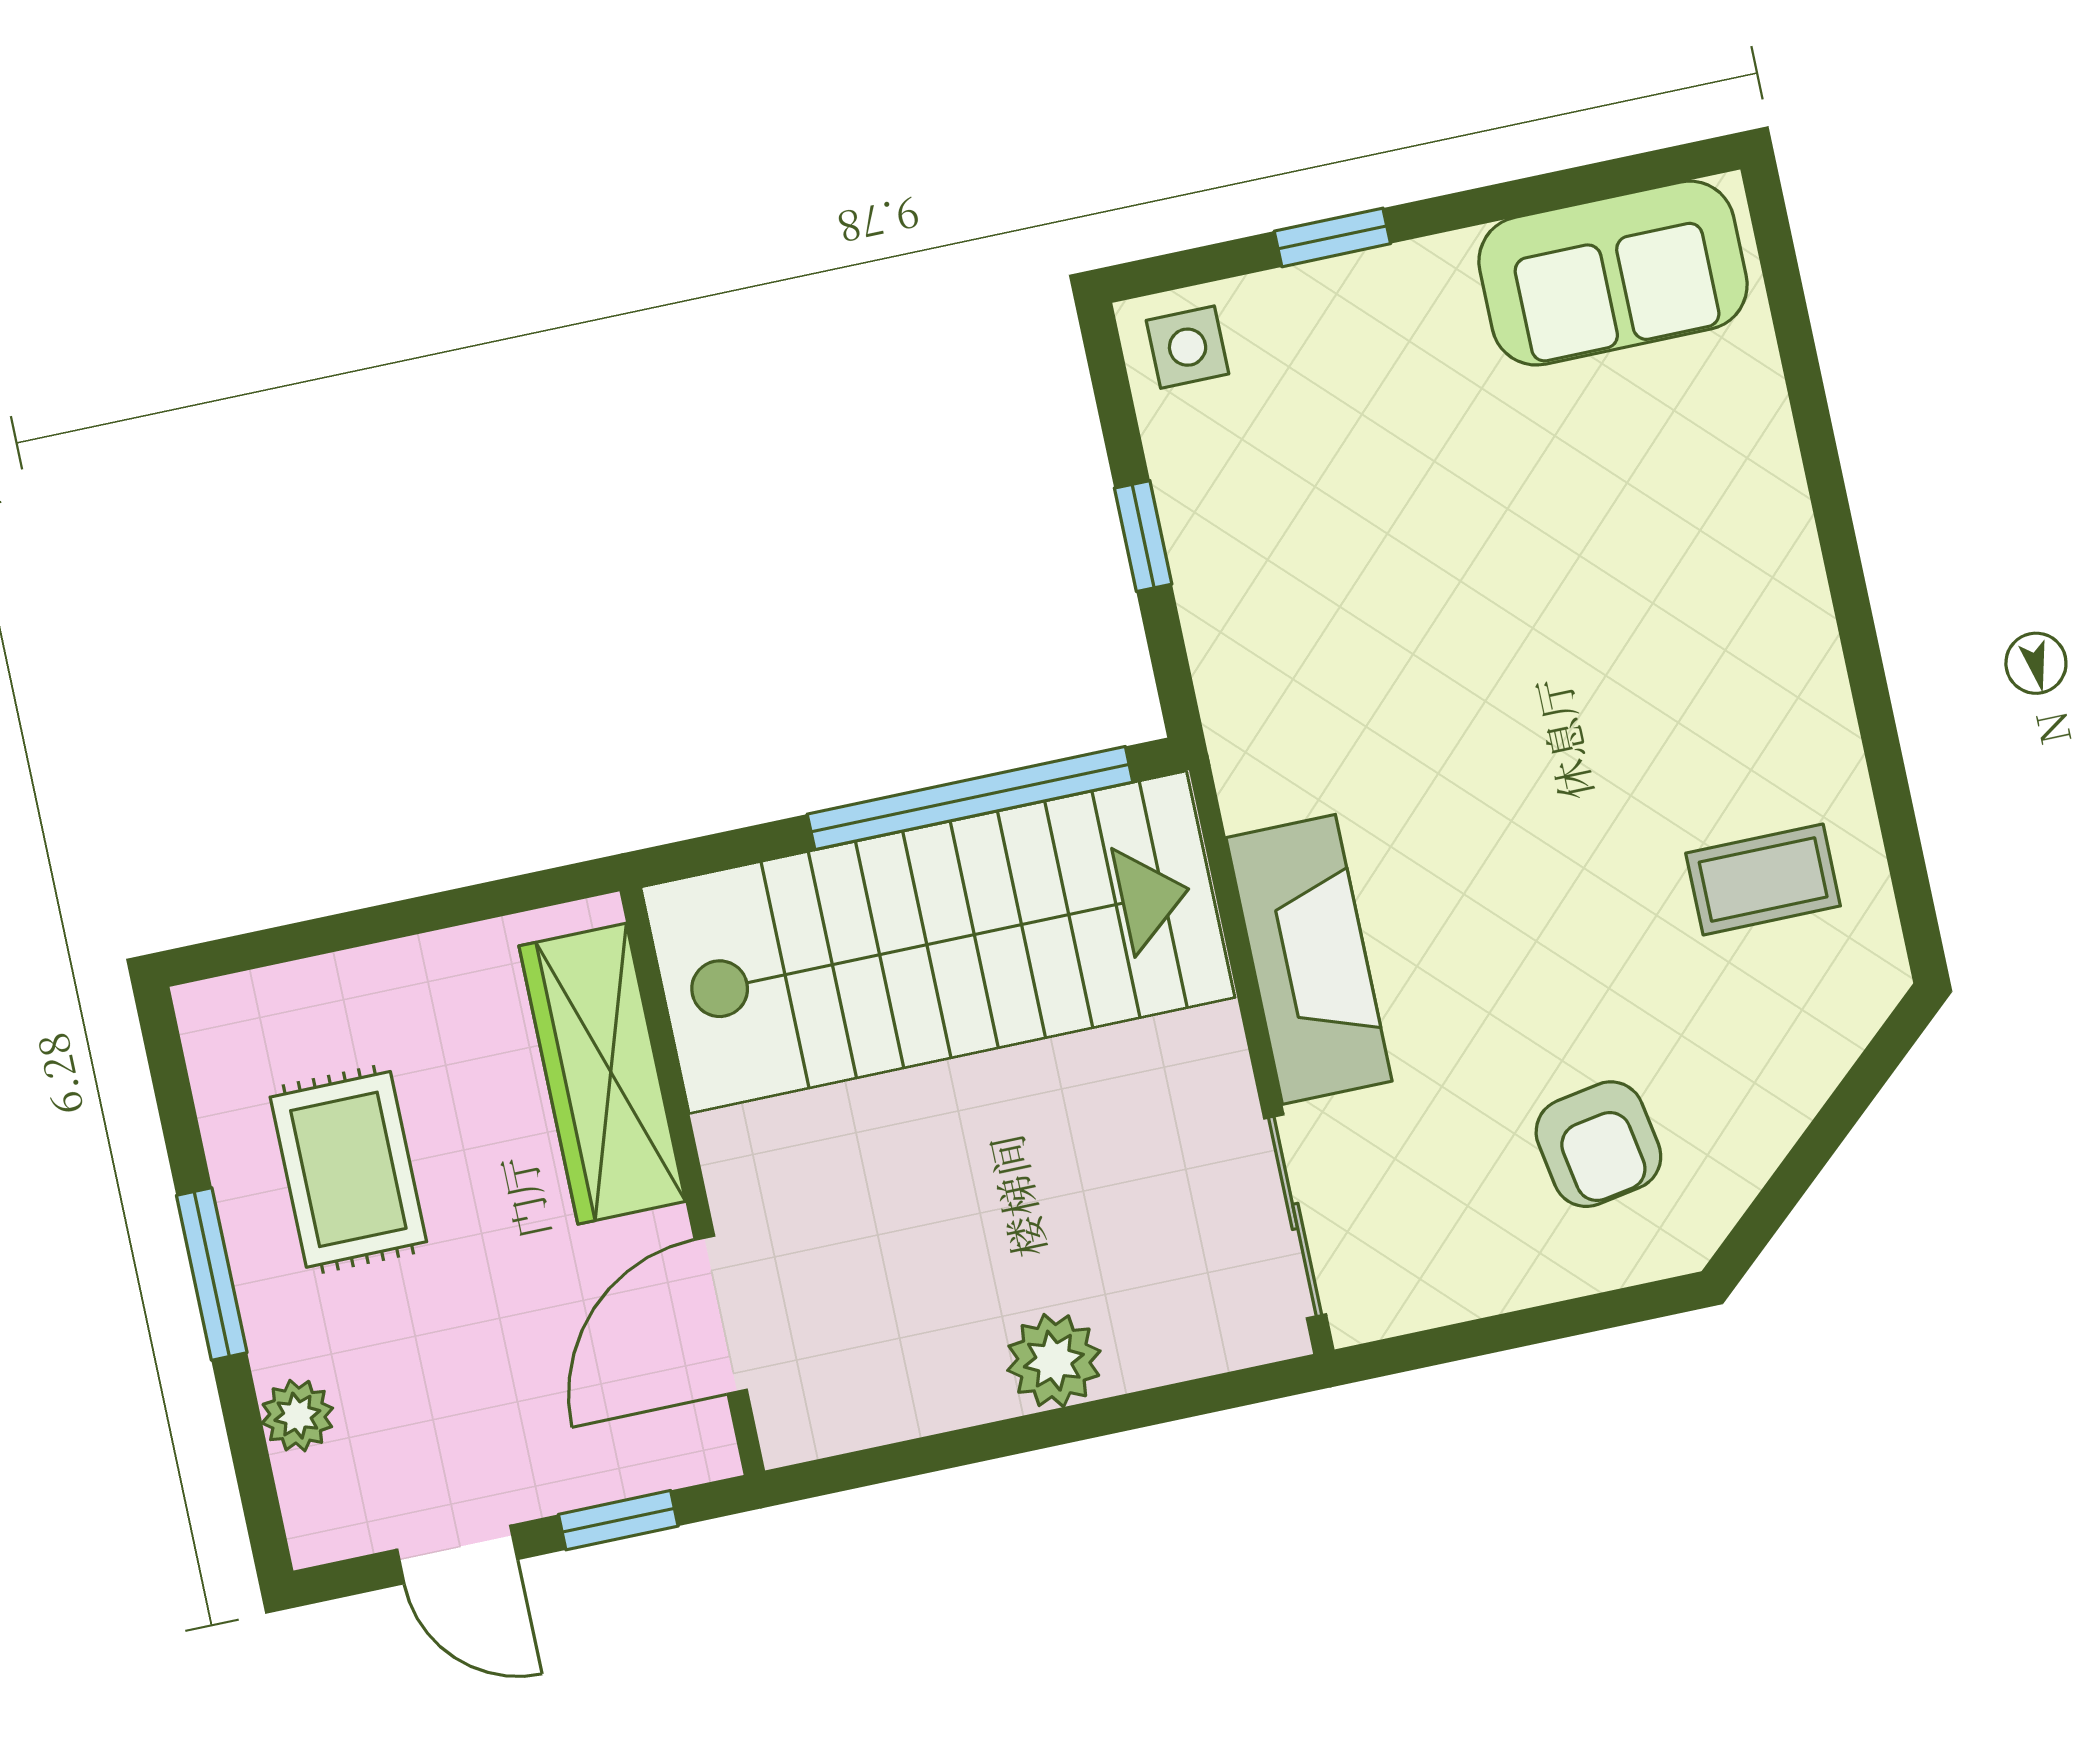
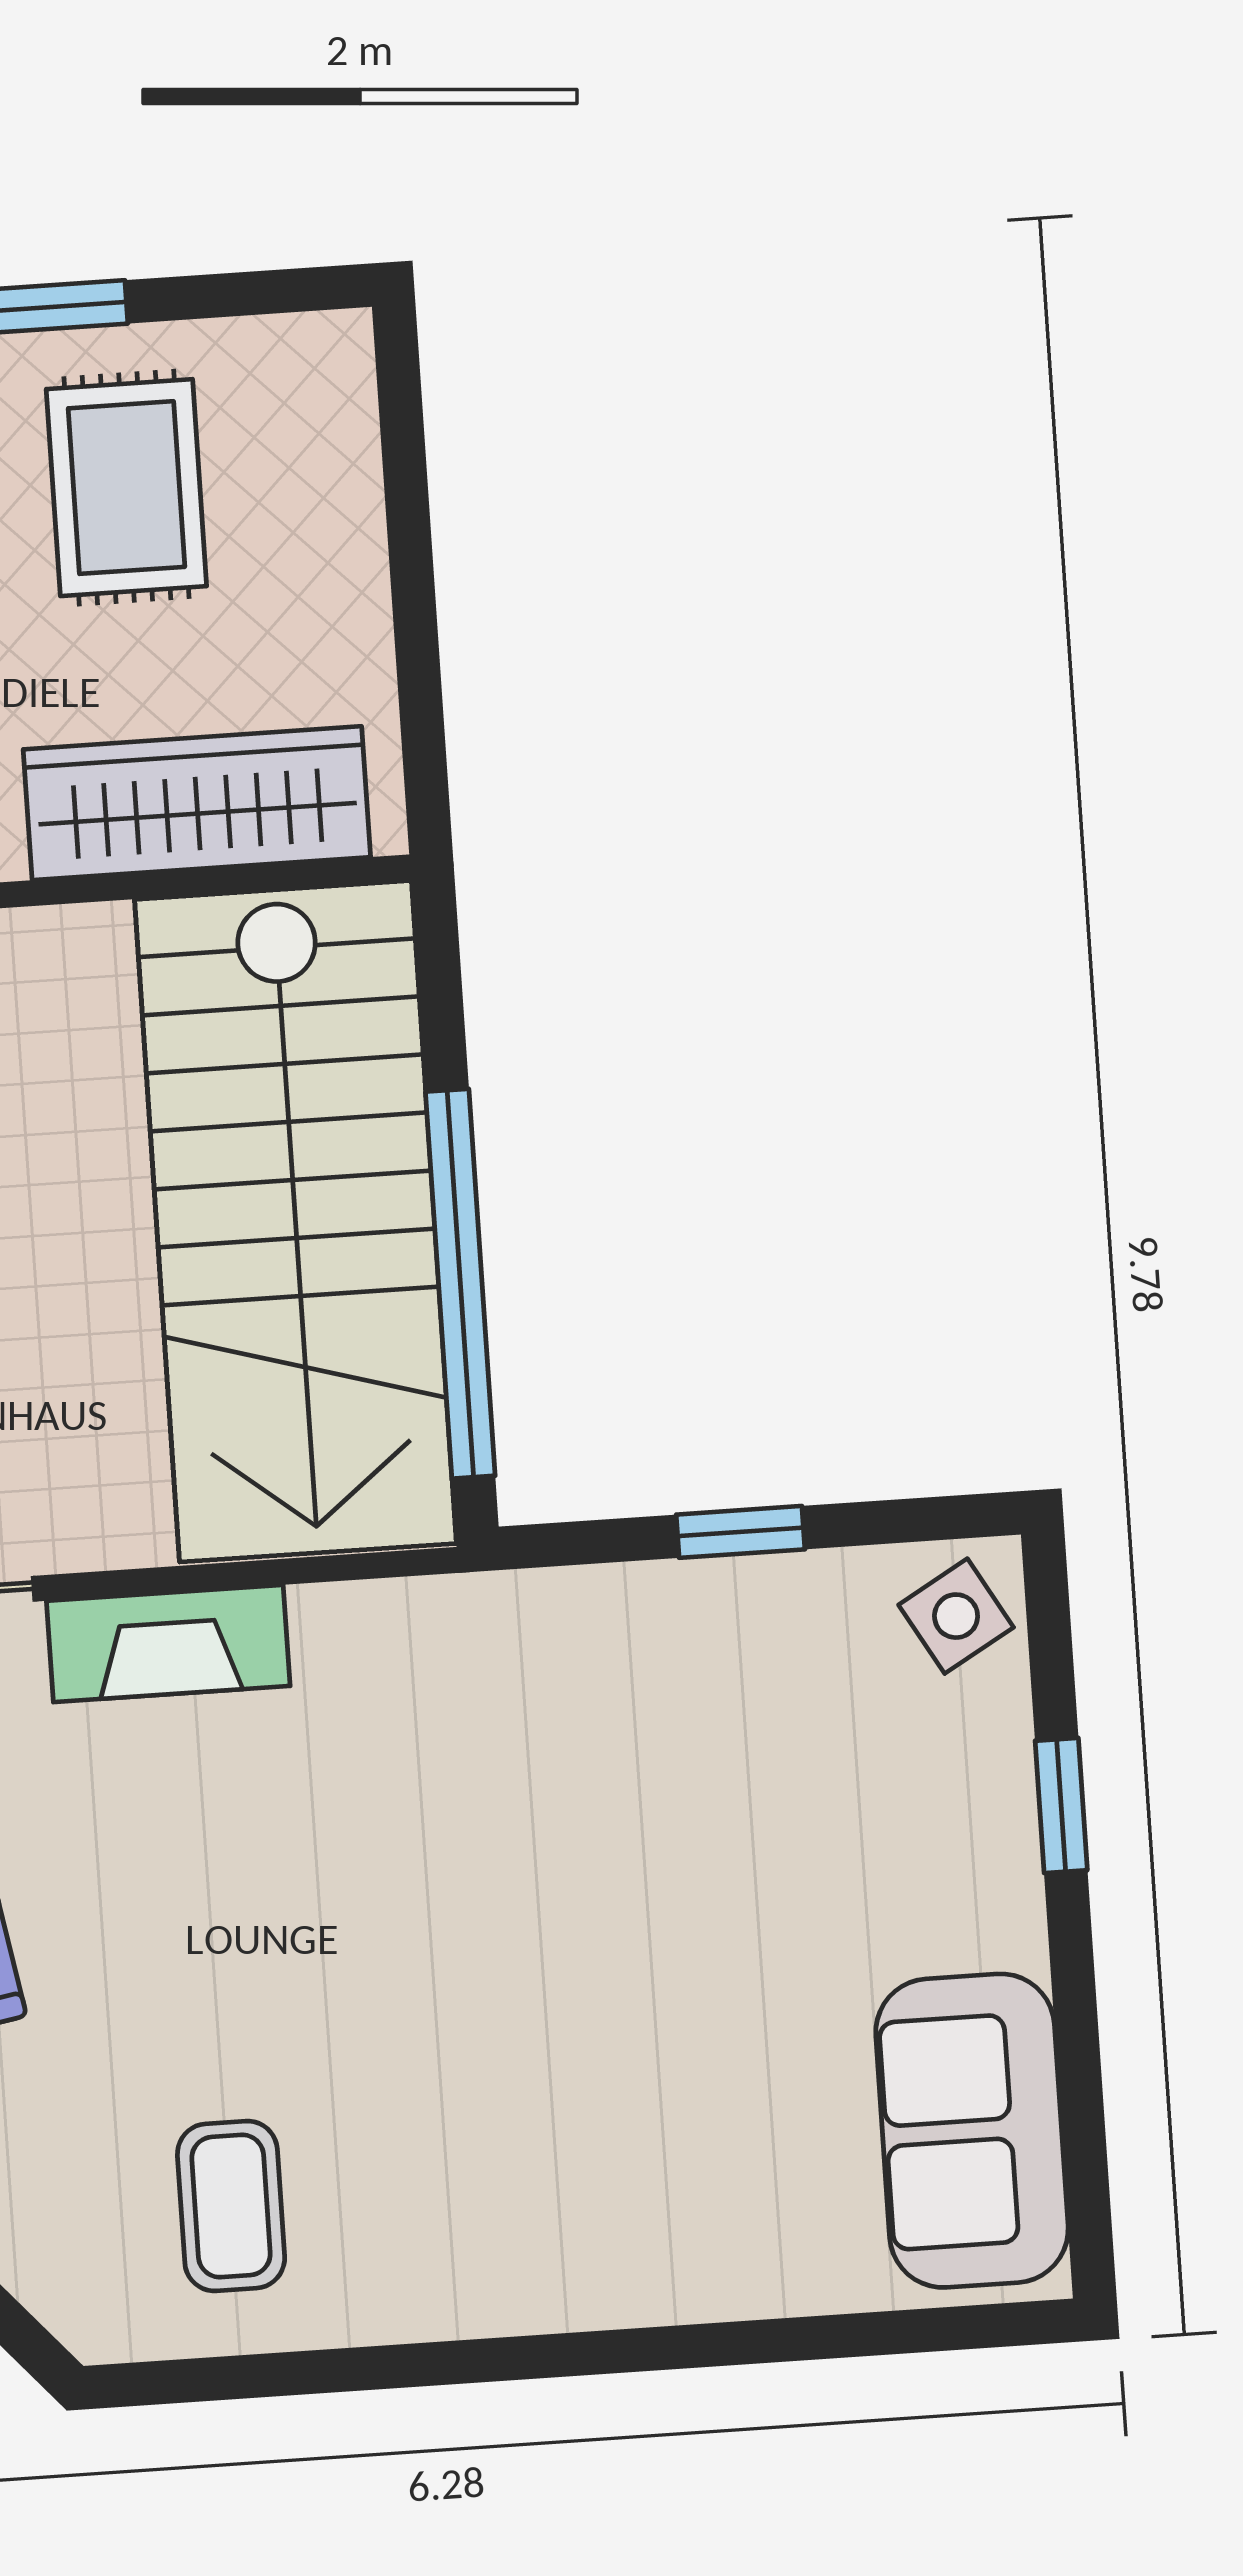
side table: (1188, 347) -> (956, 1616), turned -30
fireplace: (1309, 959) -> (168, 1643), width x0.73, depth x0.76
rug: (348, 1169) -> (126, 488), turned 90

